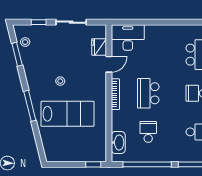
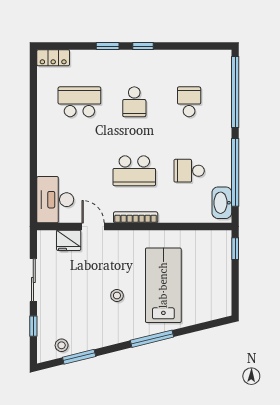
washbasin: (118, 142) -> (222, 203), moved, turned -90

